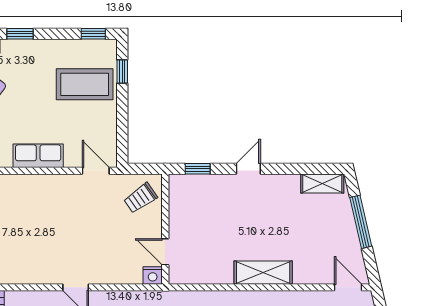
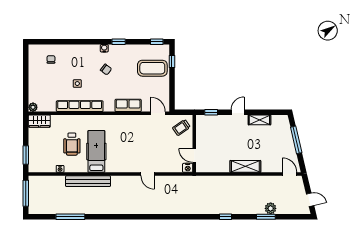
shelving: (322, 183) -> (259, 120), moved

